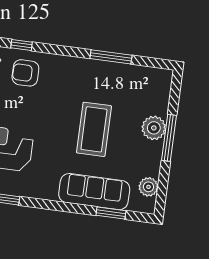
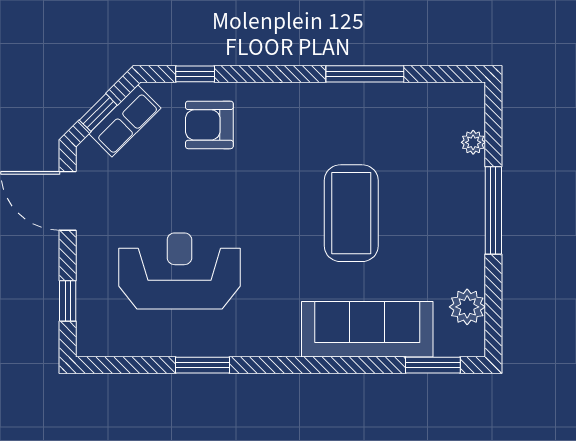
plant: (154, 128) -> (473, 142), moved, width x0.53, depth x0.53
window: (111, 213) -> (433, 365), moved

